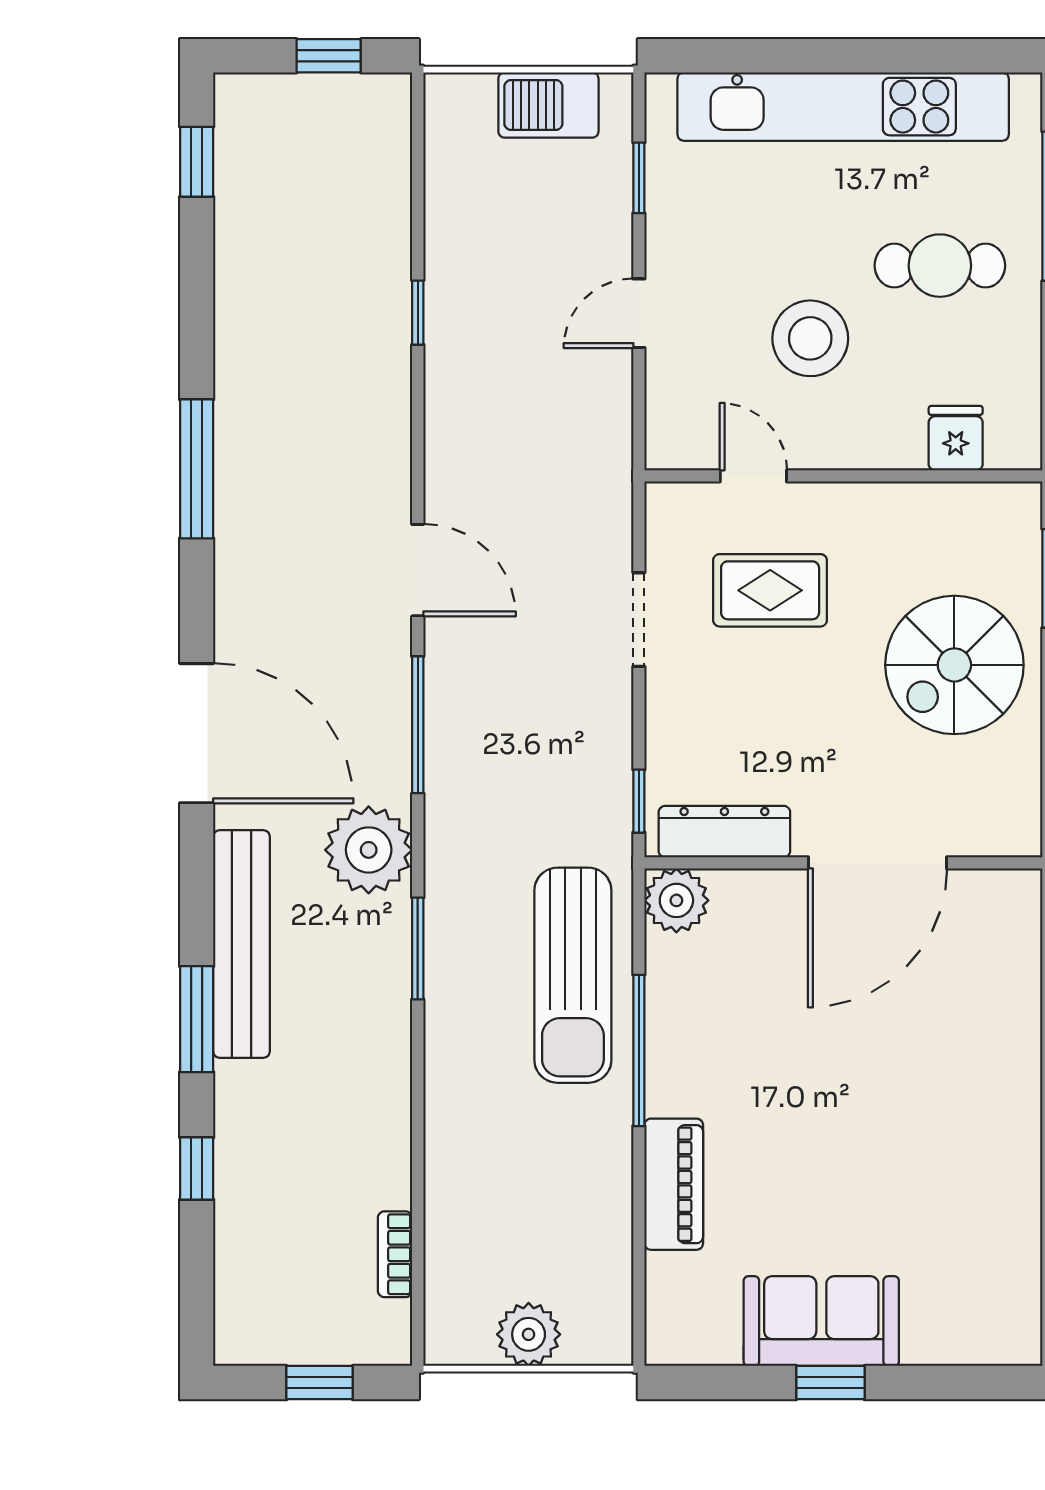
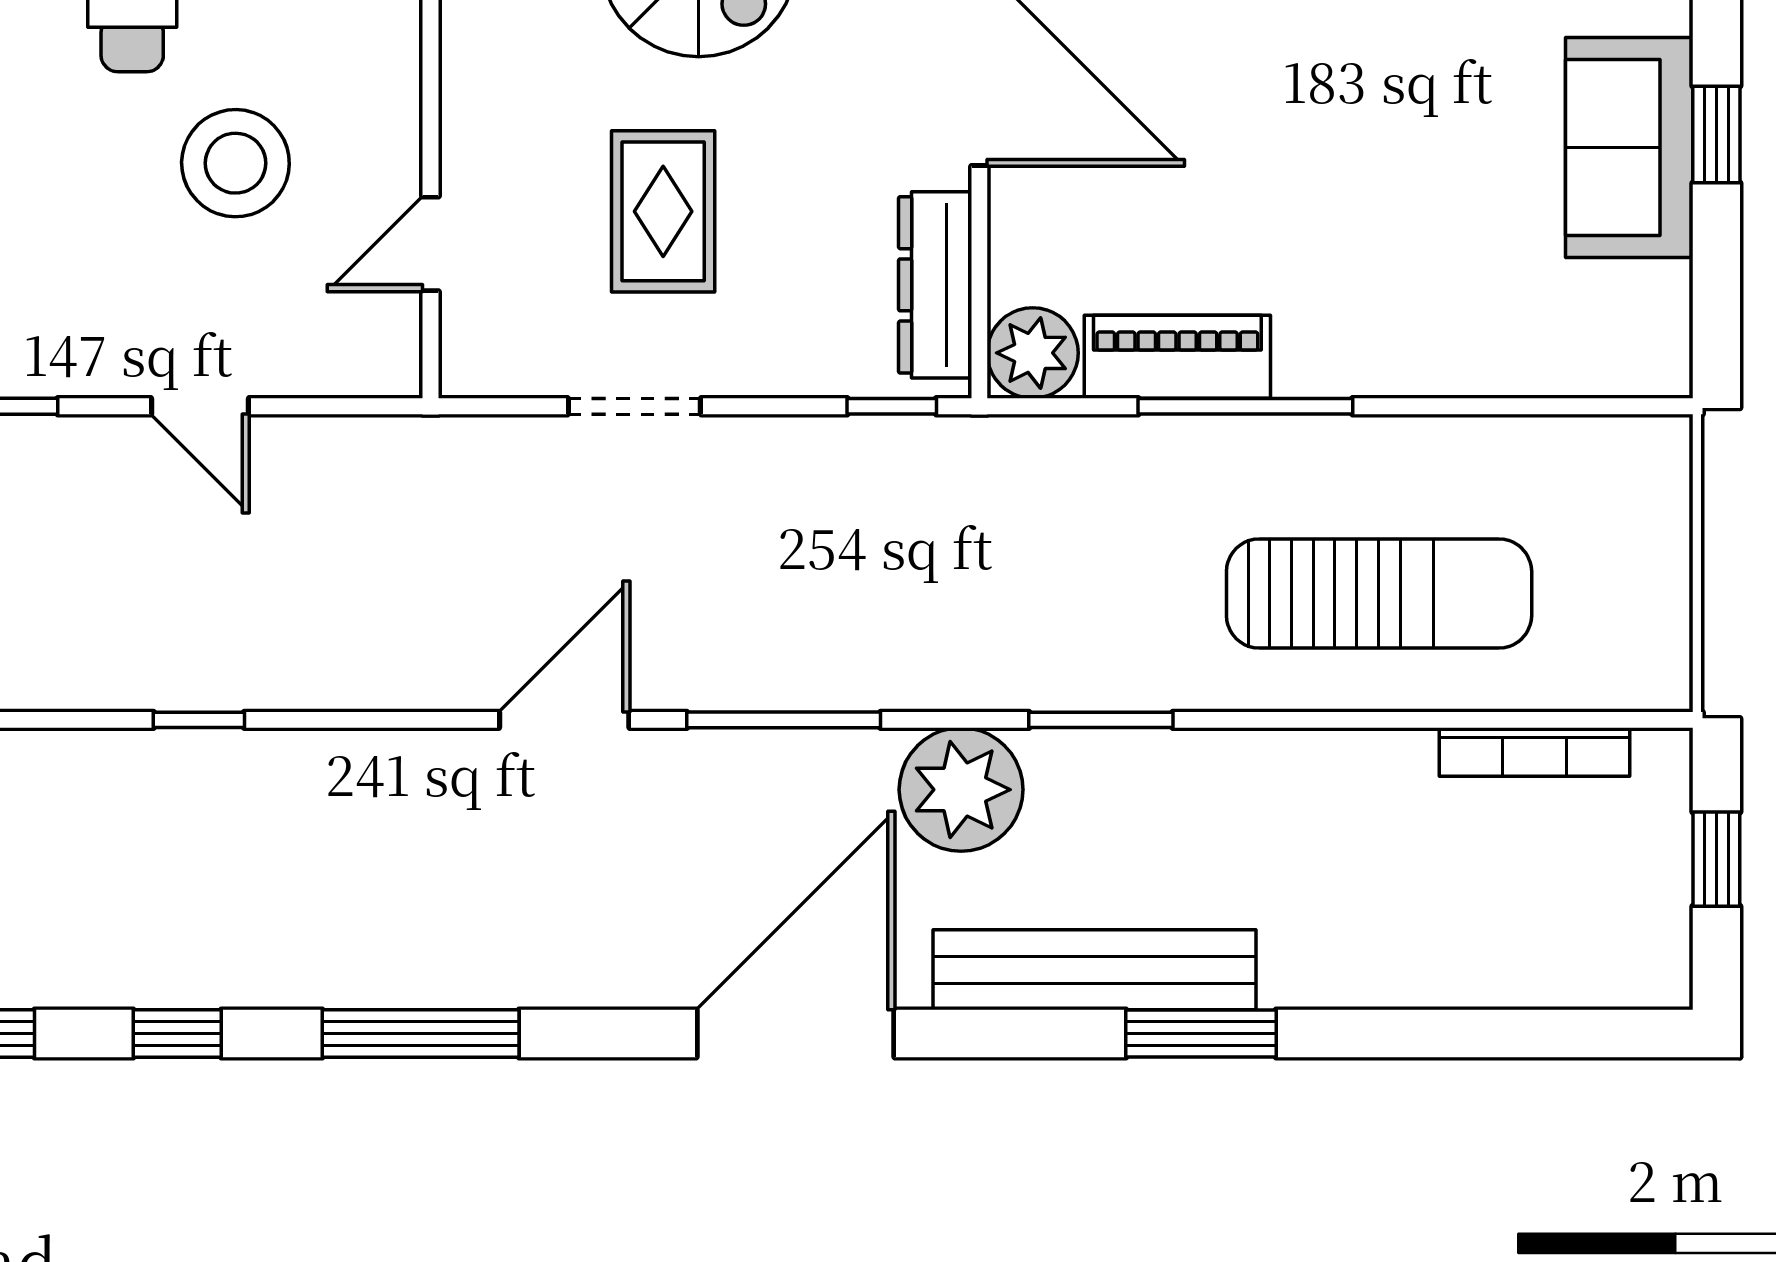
rug: (770, 590) -> (663, 211), moved
sun lounger: (573, 975) -> (1379, 593), moved
window: (197, 1169) -> (177, 1034), moved
piano: (674, 1184) -> (1177, 357), moved
bookcase: (395, 1254) -> (1534, 752), width x1.56
plant: (529, 1334) -> (1648, 563), removed

